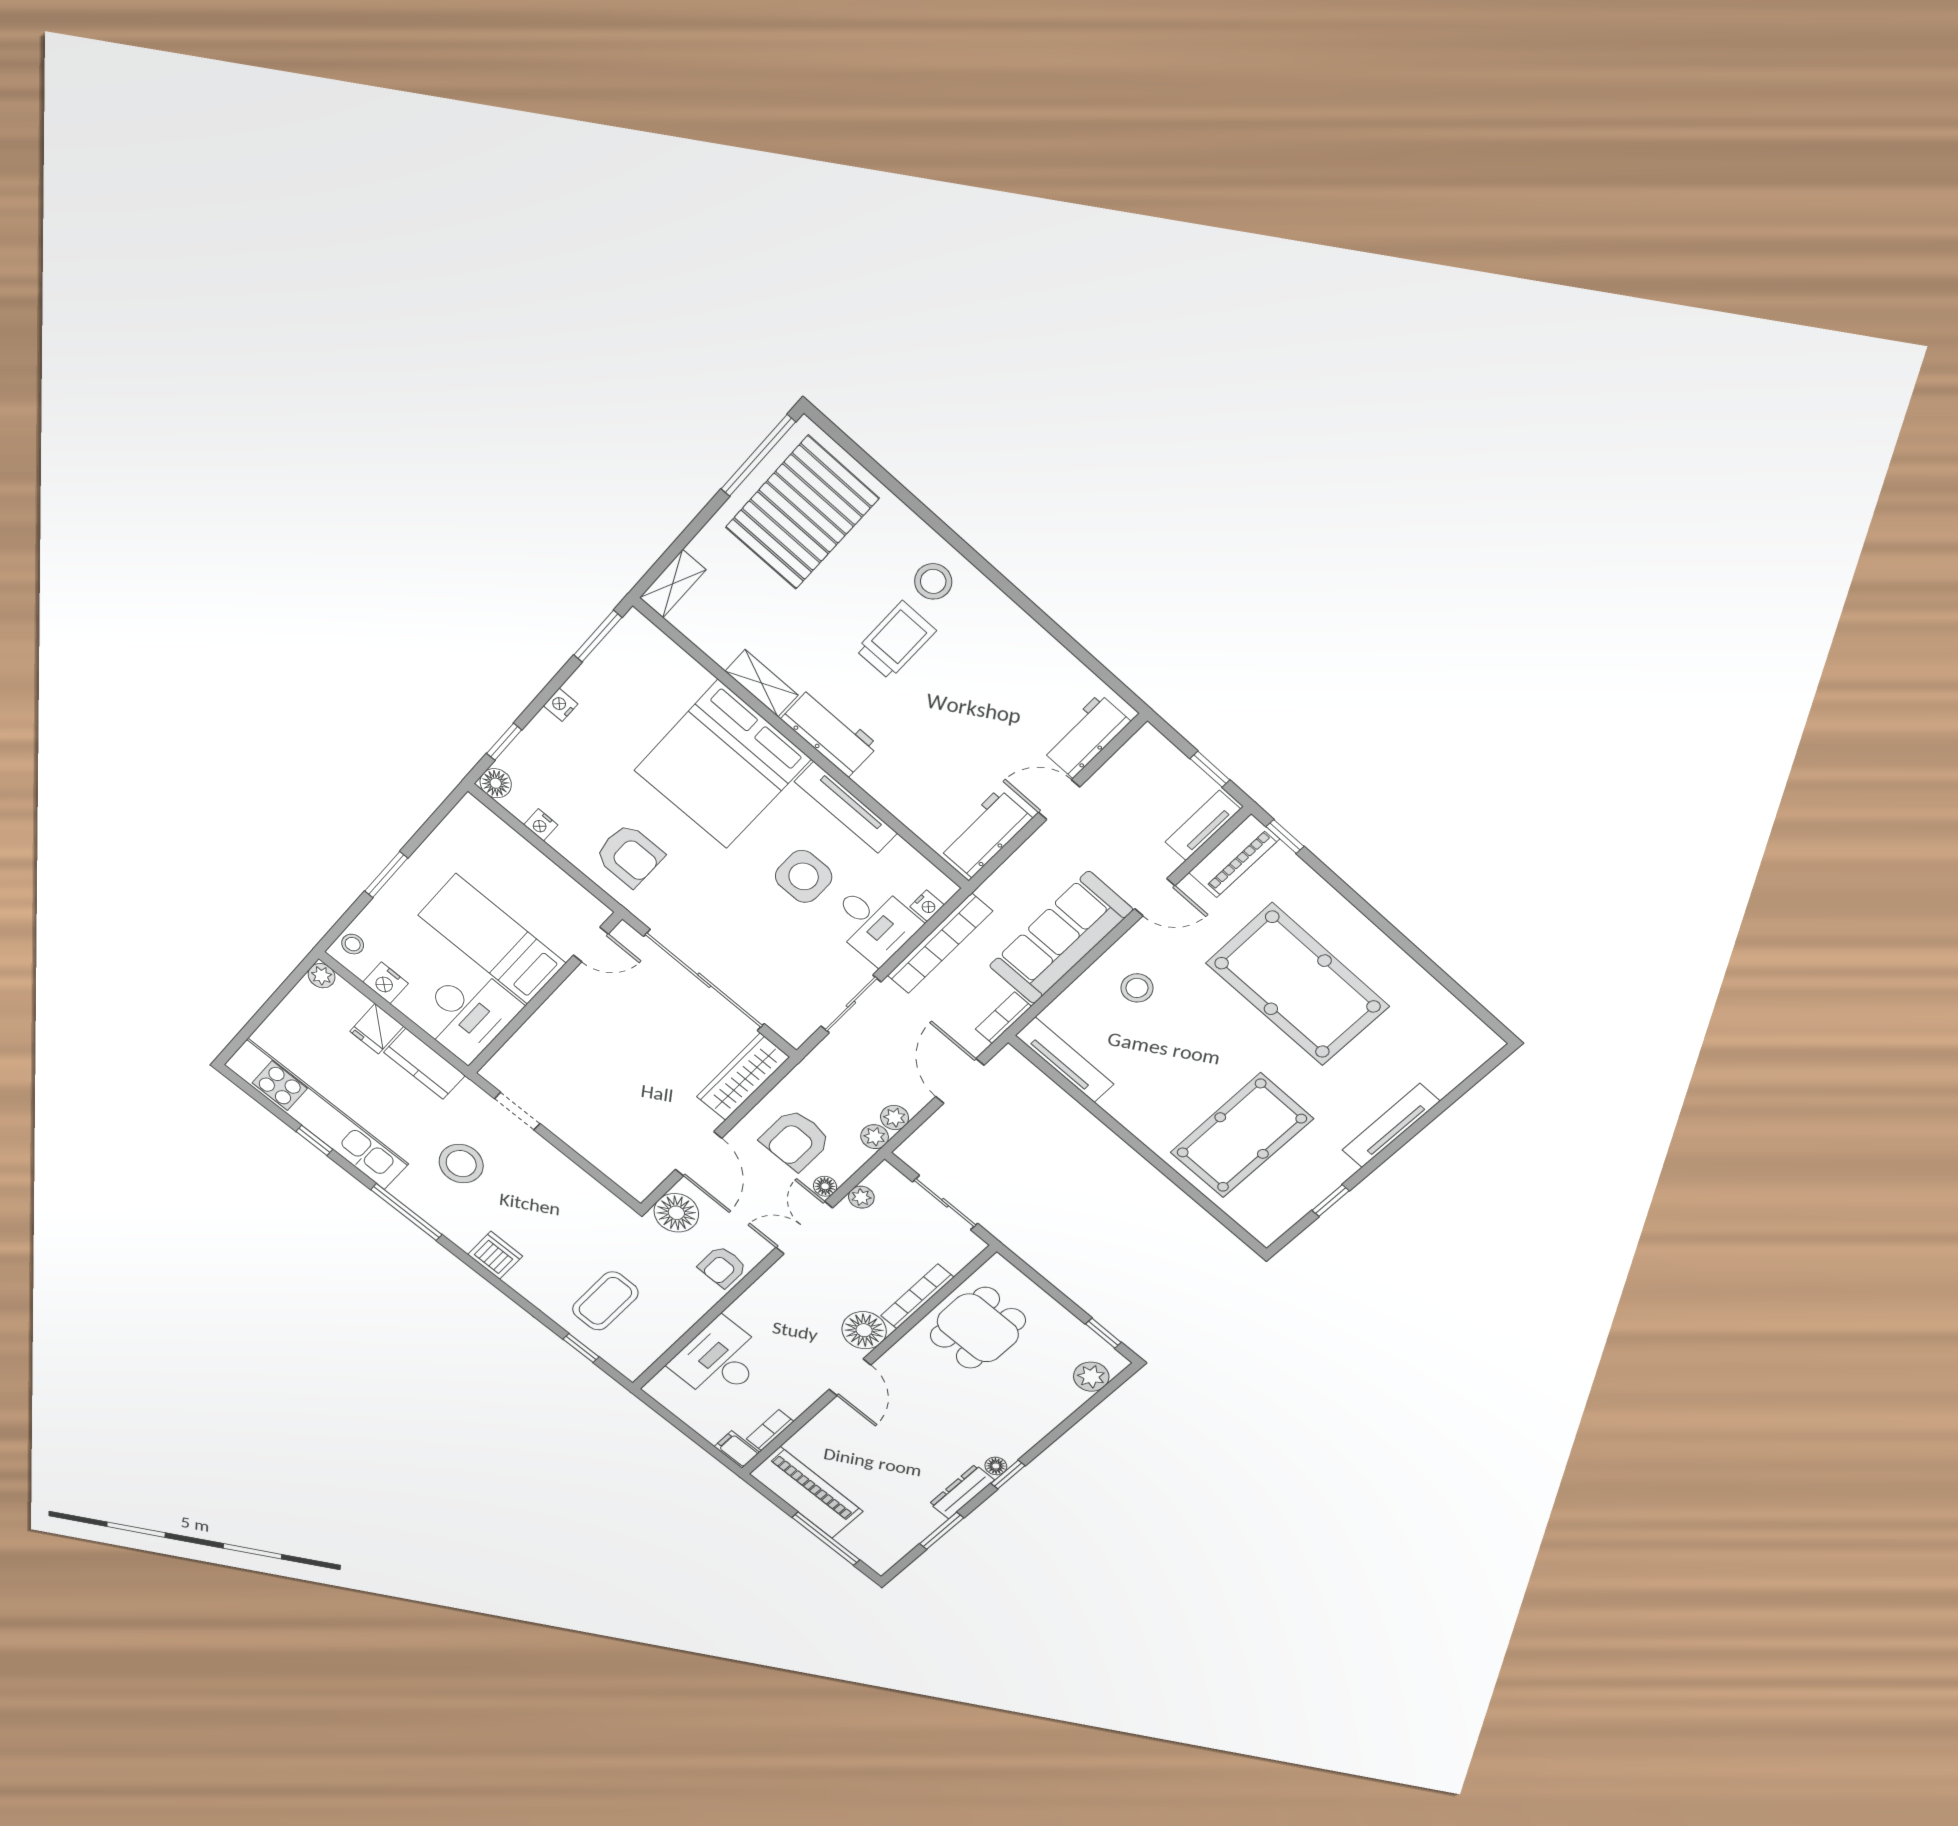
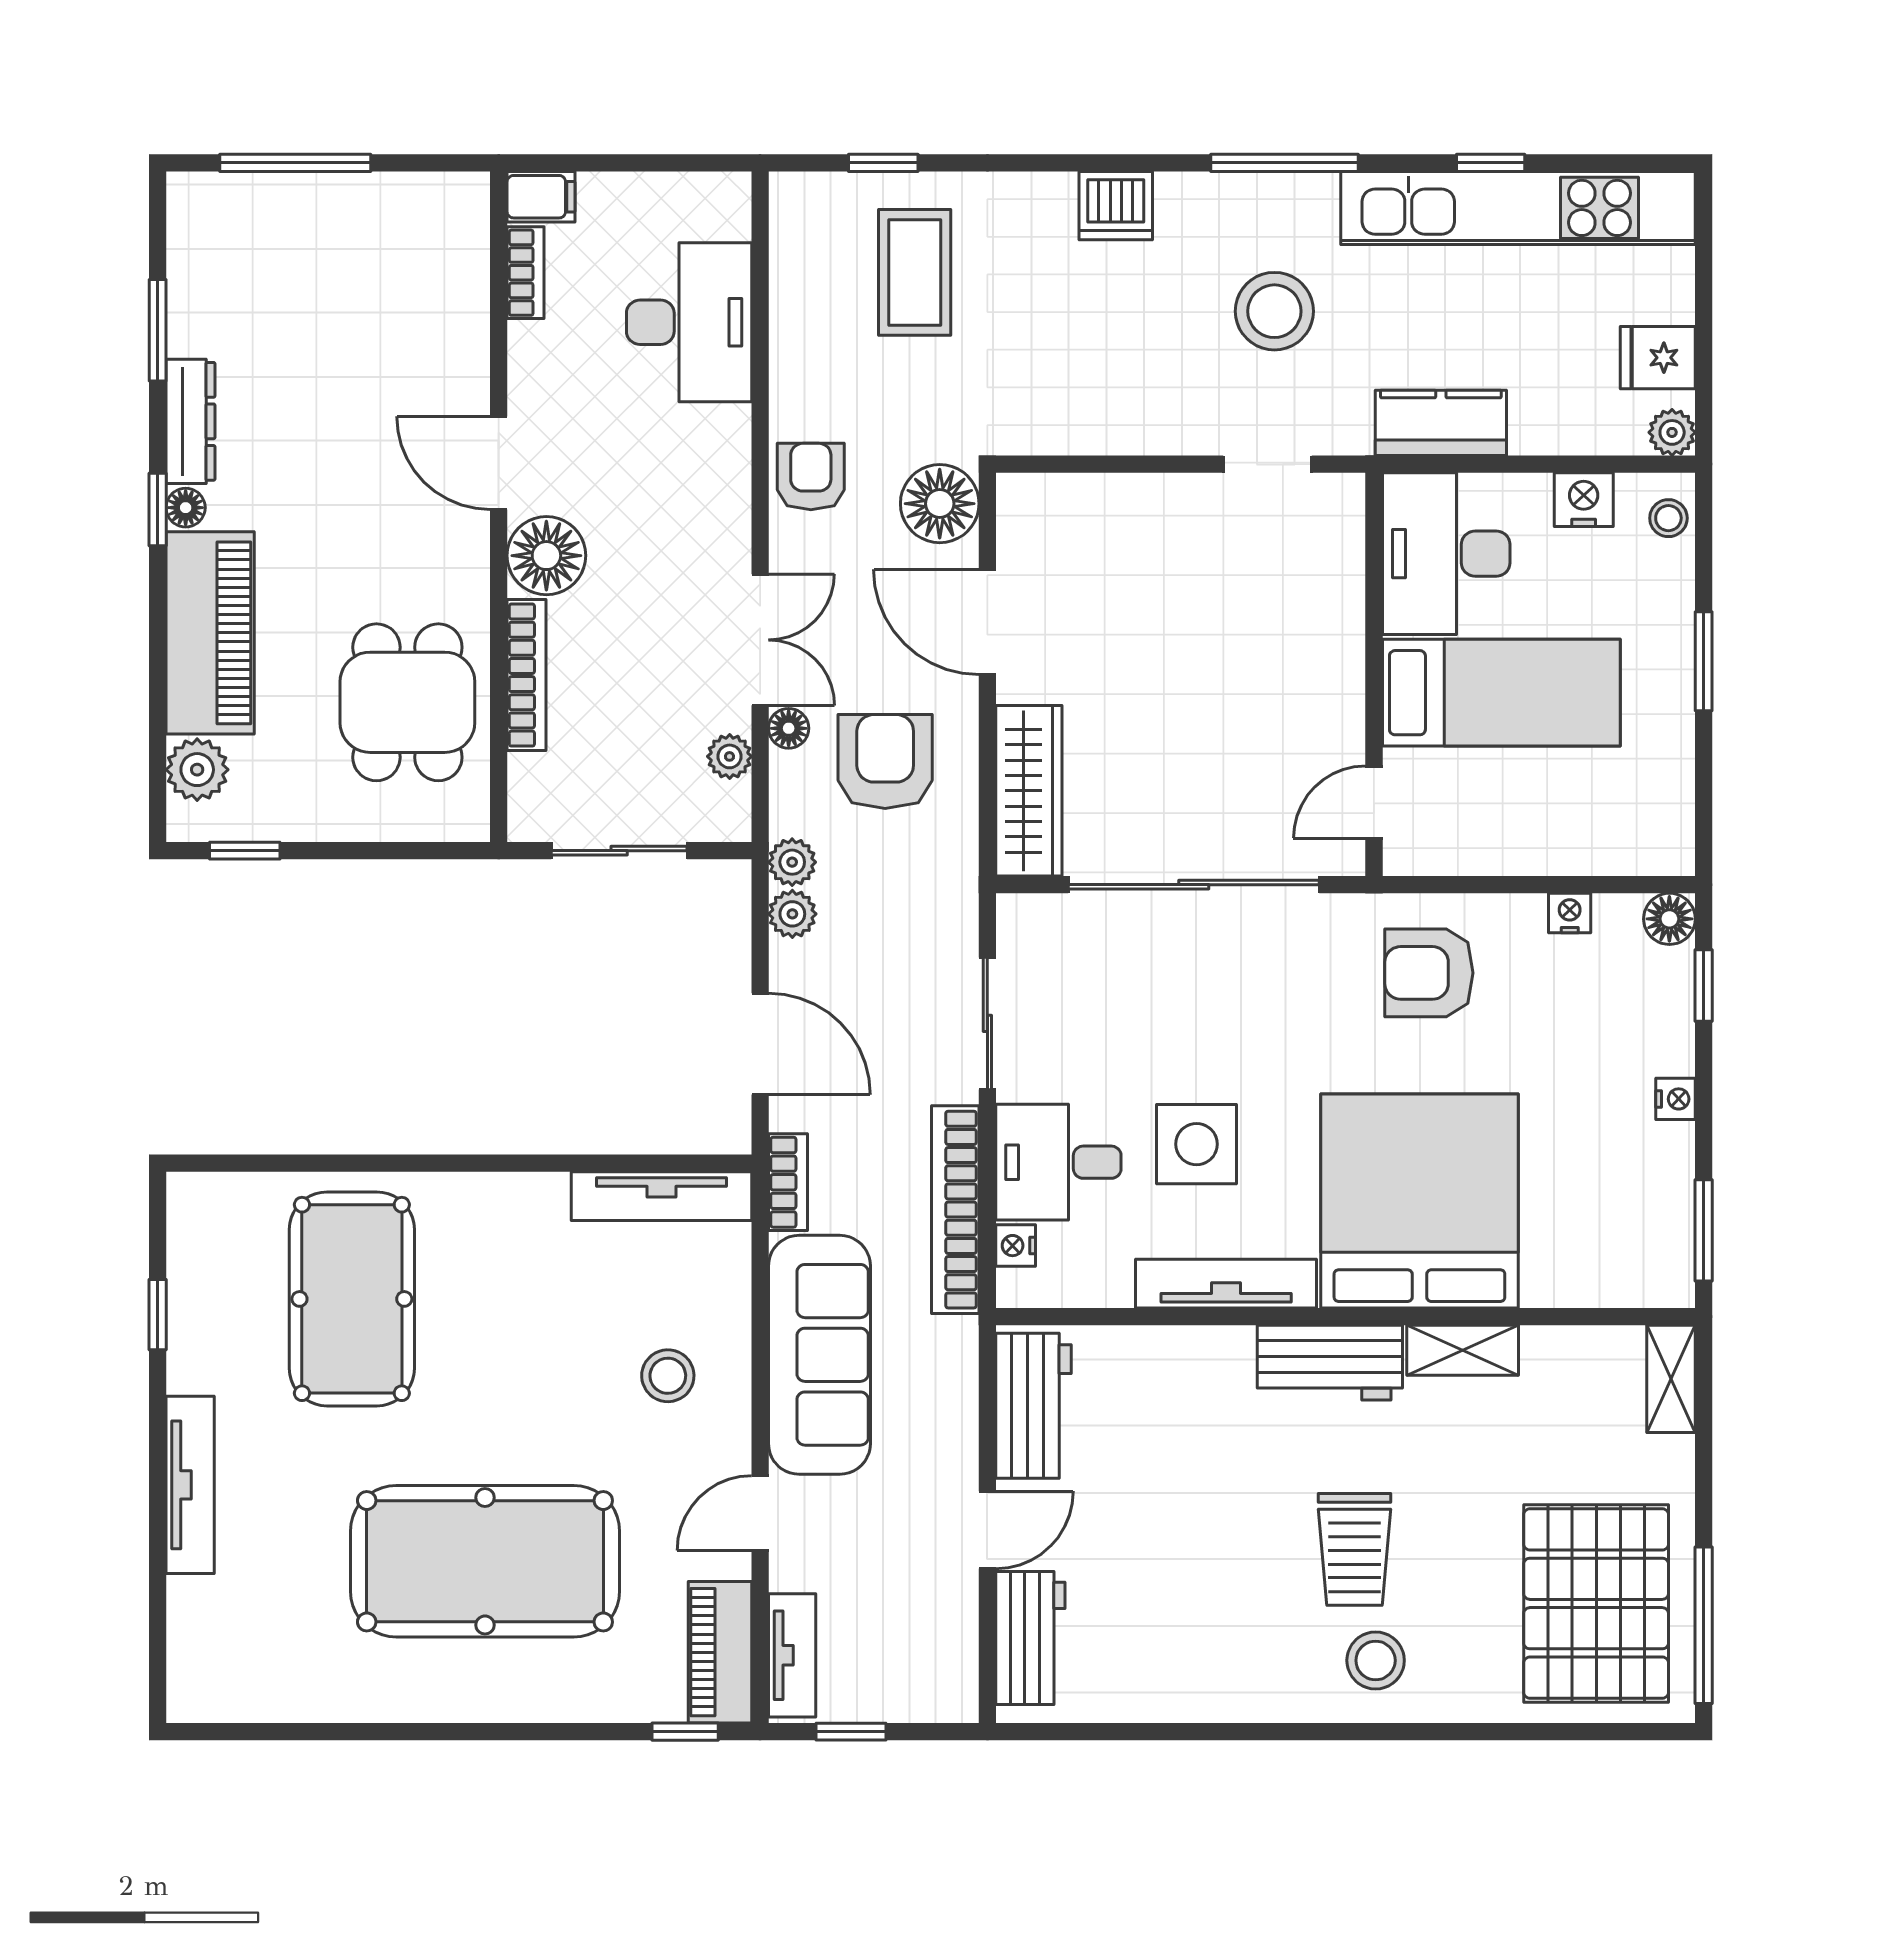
fridge: (377, 1029) -> (1658, 358), moved, turned -90
piano: (806, 1493) -> (210, 633), moved, turned -90

